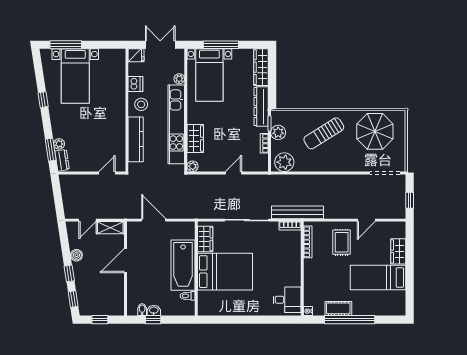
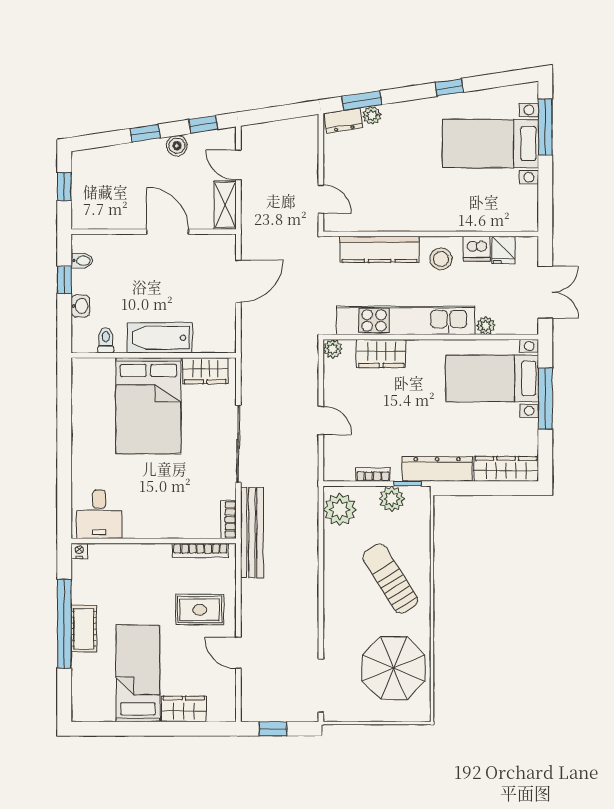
fridge: (136, 55) -> (503, 250), moved
bathtub: (183, 265) -> (160, 338), width x0.73, depth x0.73
window: (73, 299) -> (203, 124), moved
cot: (338, 308) -> (84, 629), moved
washbasin: (154, 310) -> (80, 306), moved

